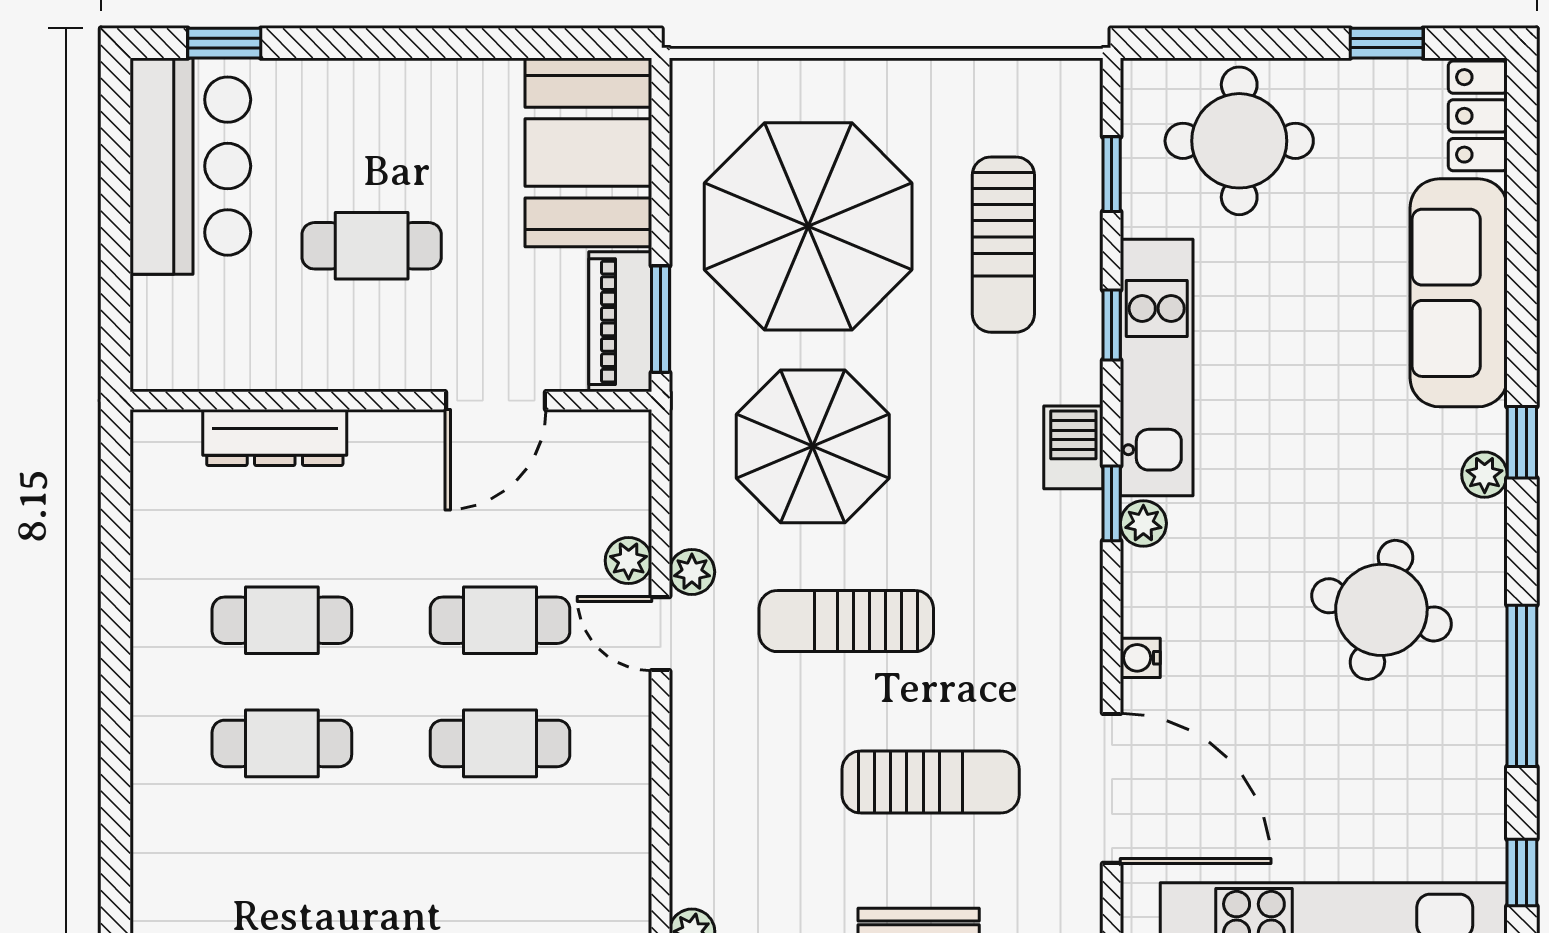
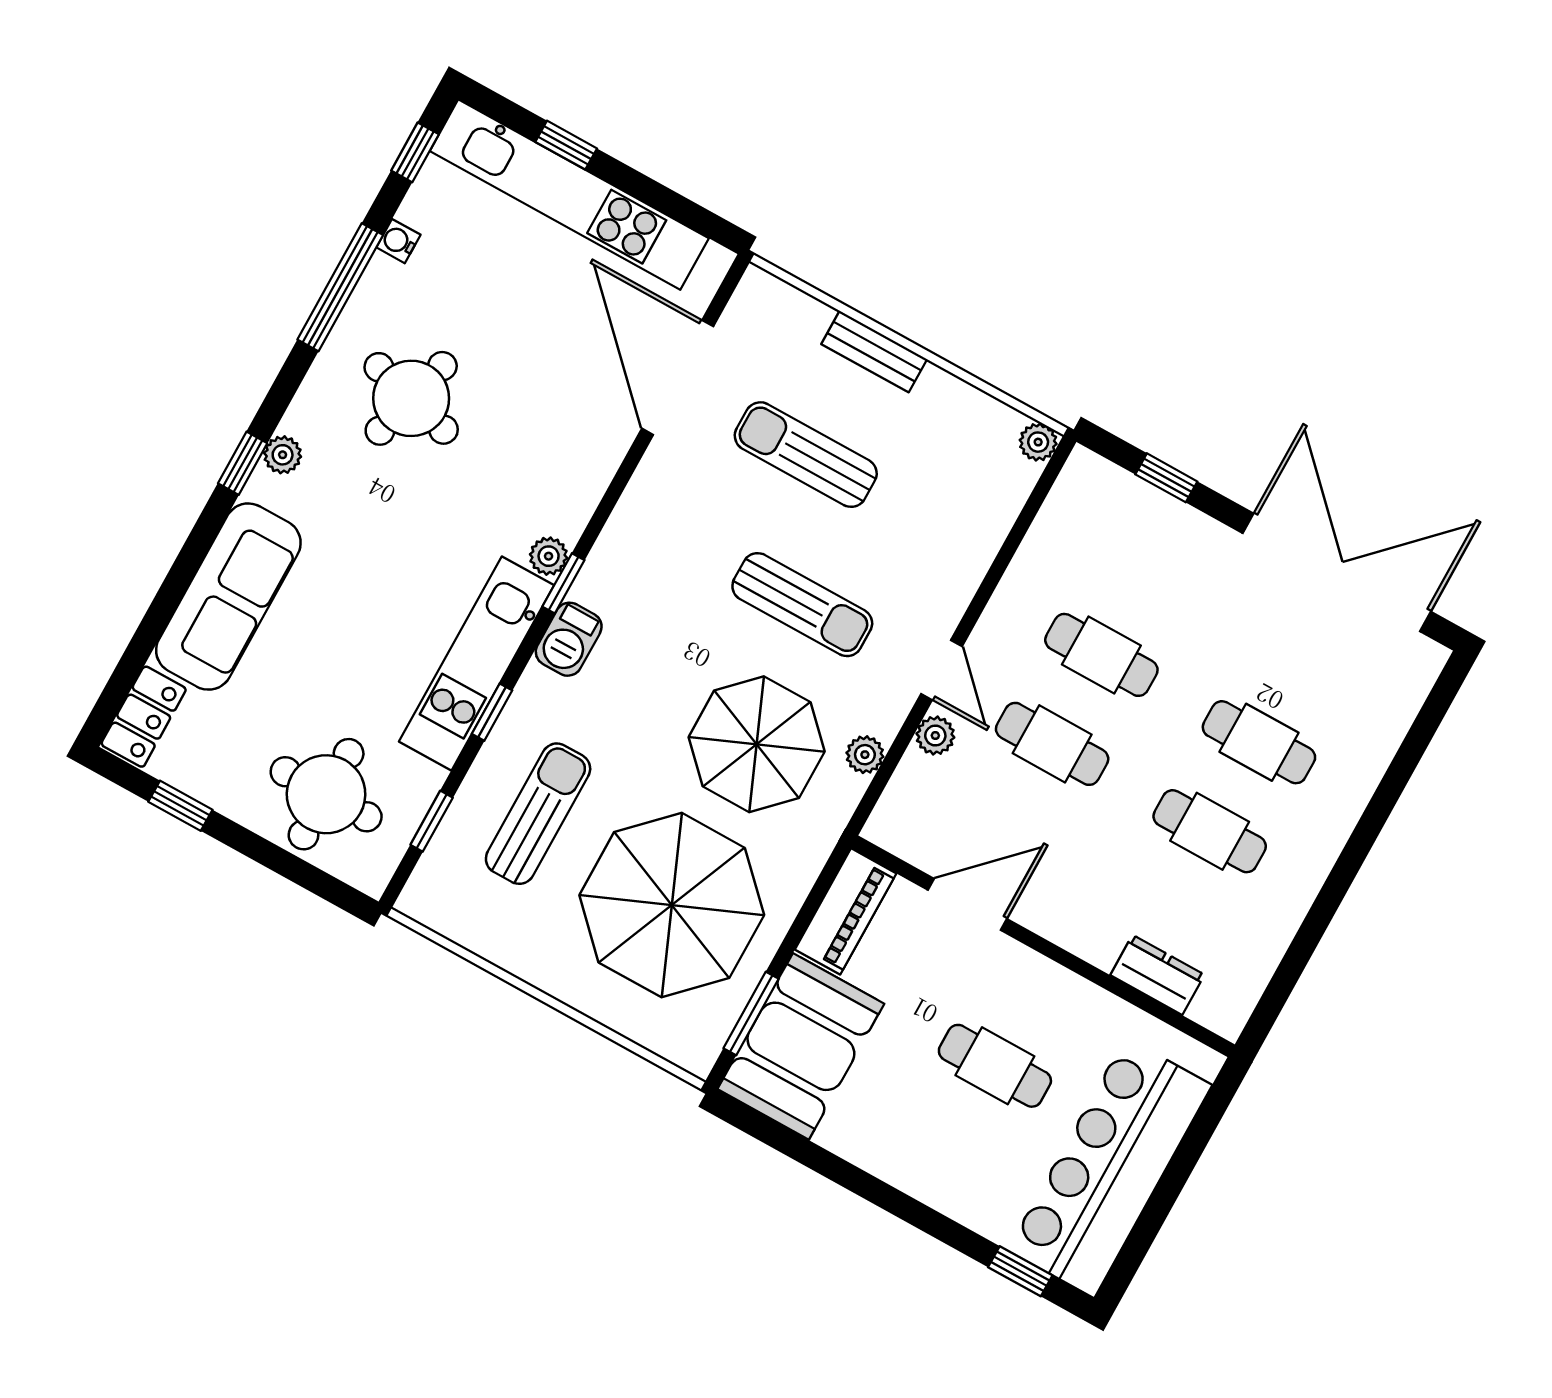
bar counter: (190, 166) -> (1110, 1168), width x1.36
window: (660, 319) -> (751, 1014), moved
dresser: (275, 437) -> (1157, 975), width x0.70
plant: (692, 572) -> (865, 755), moved
water cooler: (1140, 658) -> (398, 241), moved, turned 180

